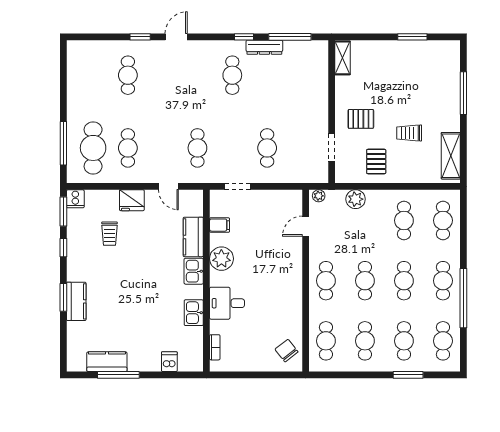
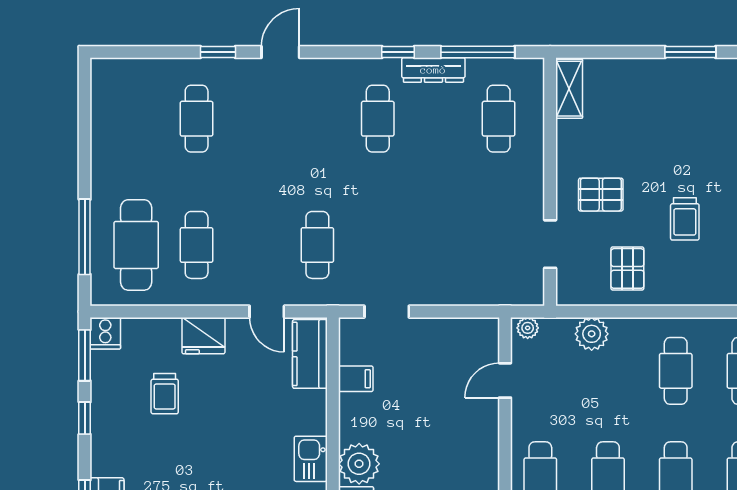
trolley: (409, 133) -> (685, 219), turned -90
cafe table: (267, 148) -> (499, 119), moved
kitchen counter: (193, 237) -> (310, 354), moved
plant: (221, 259) -> (359, 464), moved

